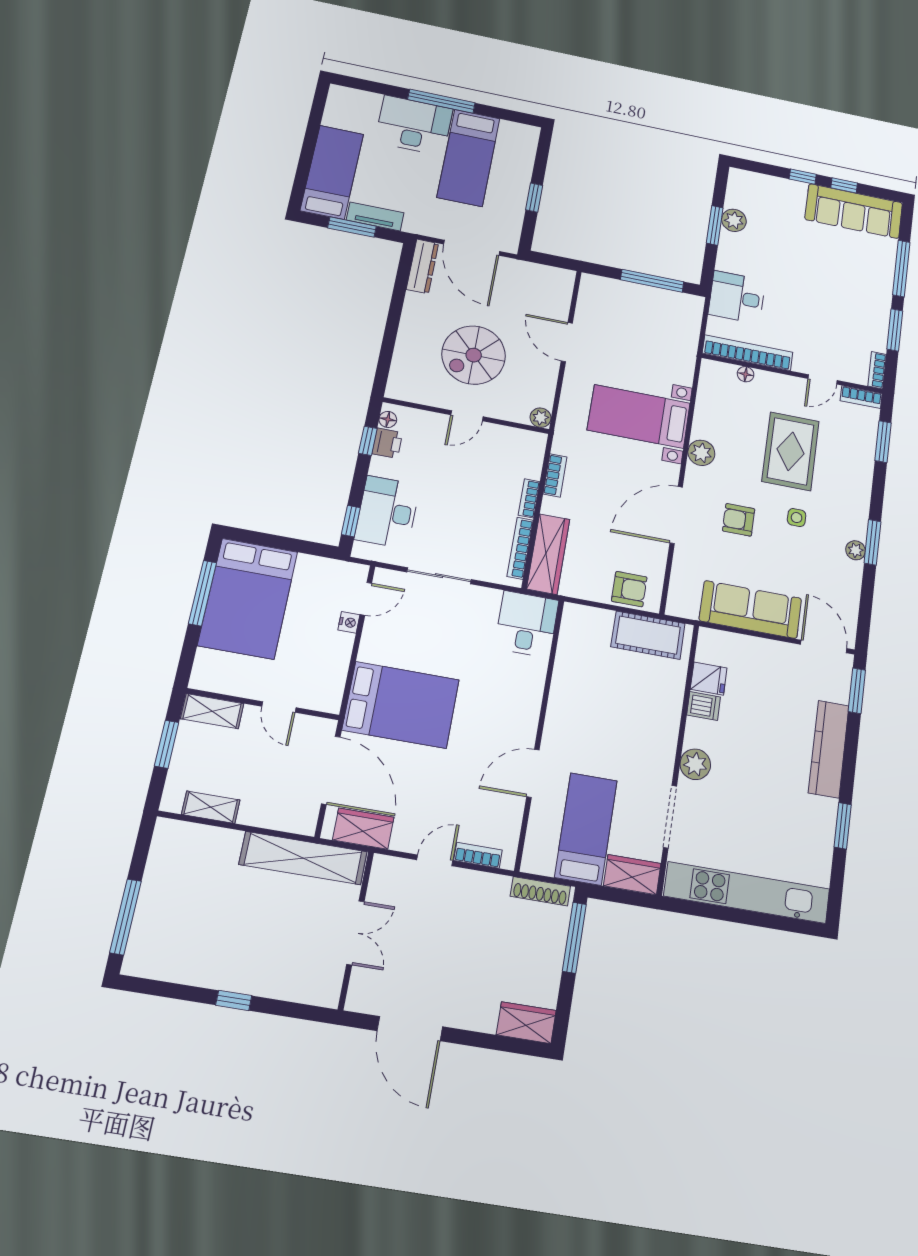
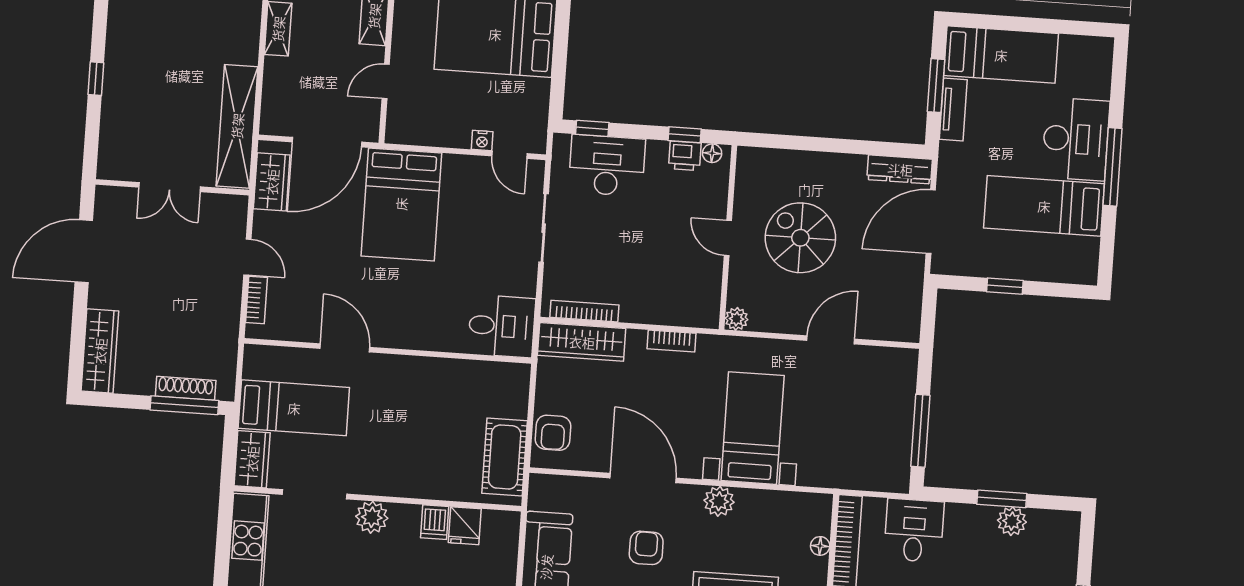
bookcase: (529, 498) -> (642, 315), removed
shoe rack: (540, 891) -> (186, 388), moved, turned 90
wardrobe: (526, 1023) -> (100, 351), width x1.50

